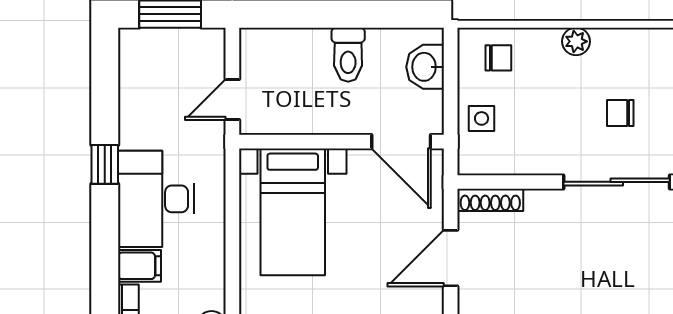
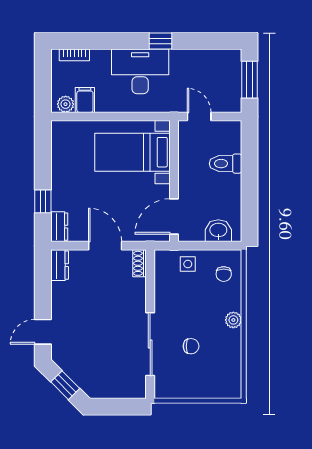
toilet: (348, 55) -> (226, 164), moved
chair: (620, 113) -> (191, 346), turned 90
shoe rack: (490, 200) -> (140, 263), width x0.70
filing cabinet: (140, 266) -> (85, 100), moved, turned 180

